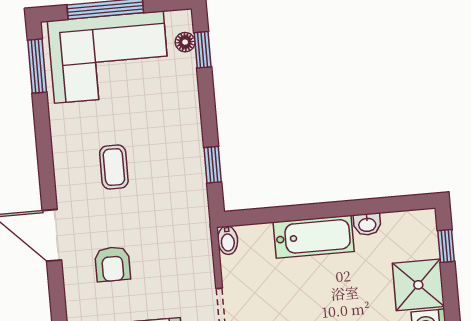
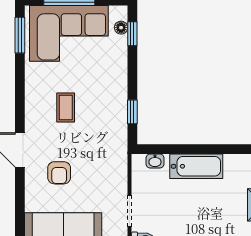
washbasin: (367, 224) -> (155, 161), moved
bidet: (228, 240) -> (138, 164), removed

